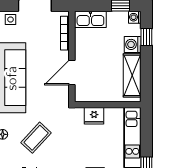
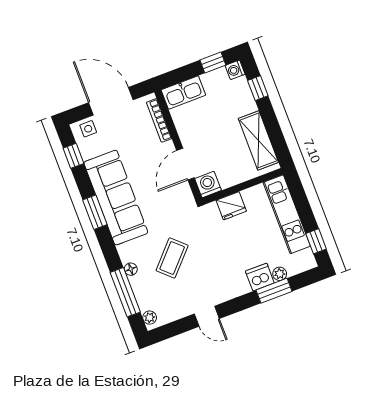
washing machine: (133, 44) -> (208, 185), moved, turned 90

